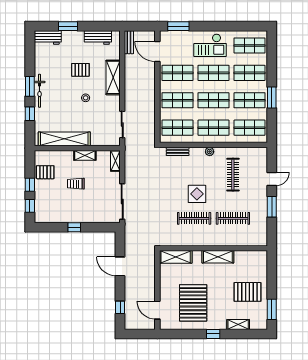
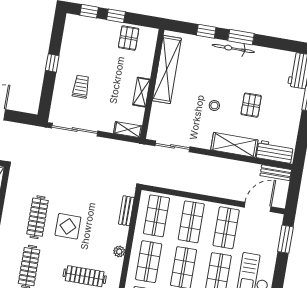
workbench: (98, 37) -> (275, 152), moved, turned 90
trolley: (76, 184) -> (81, 87), moved

